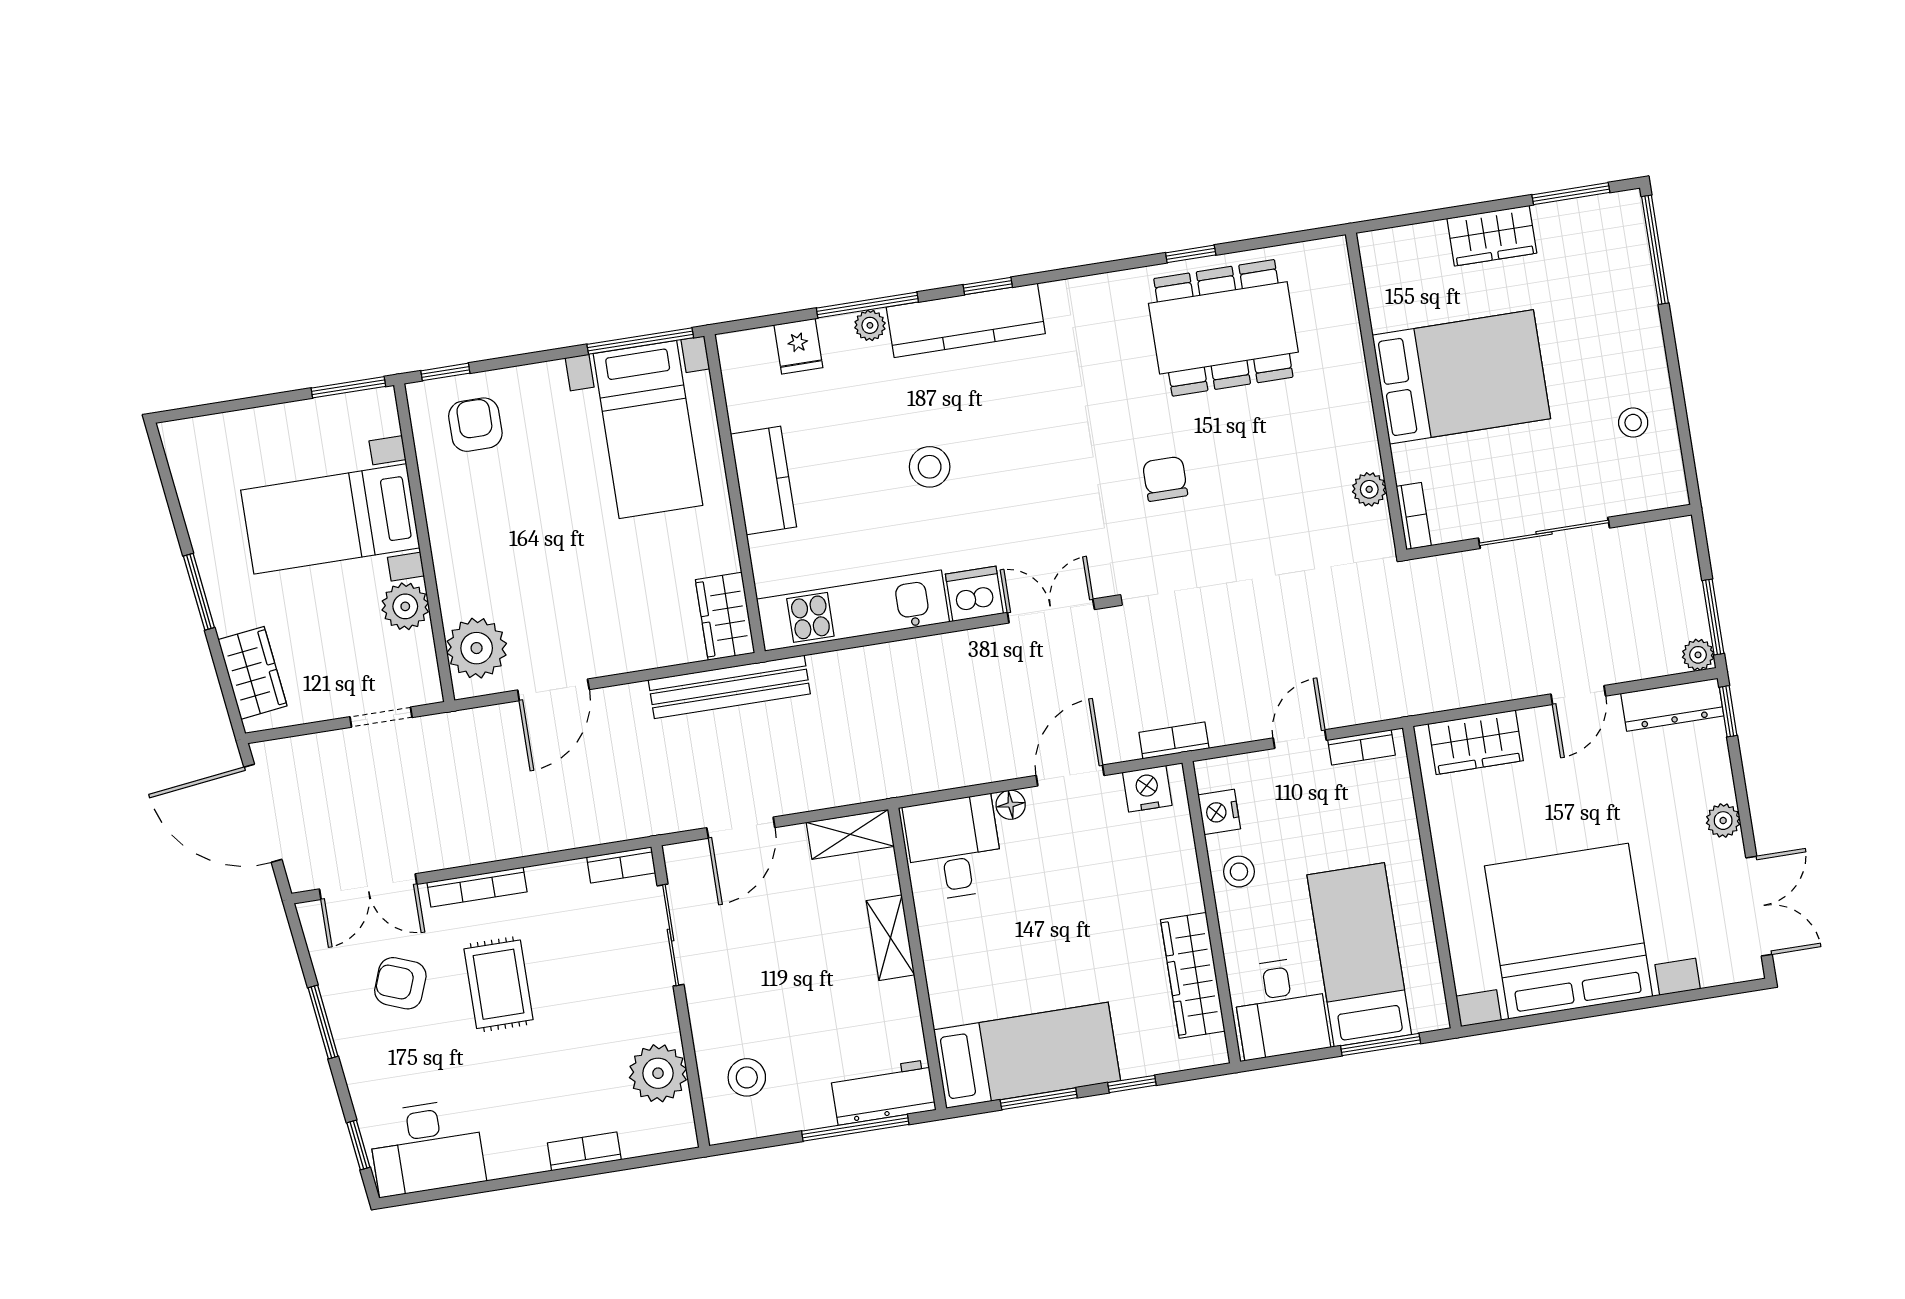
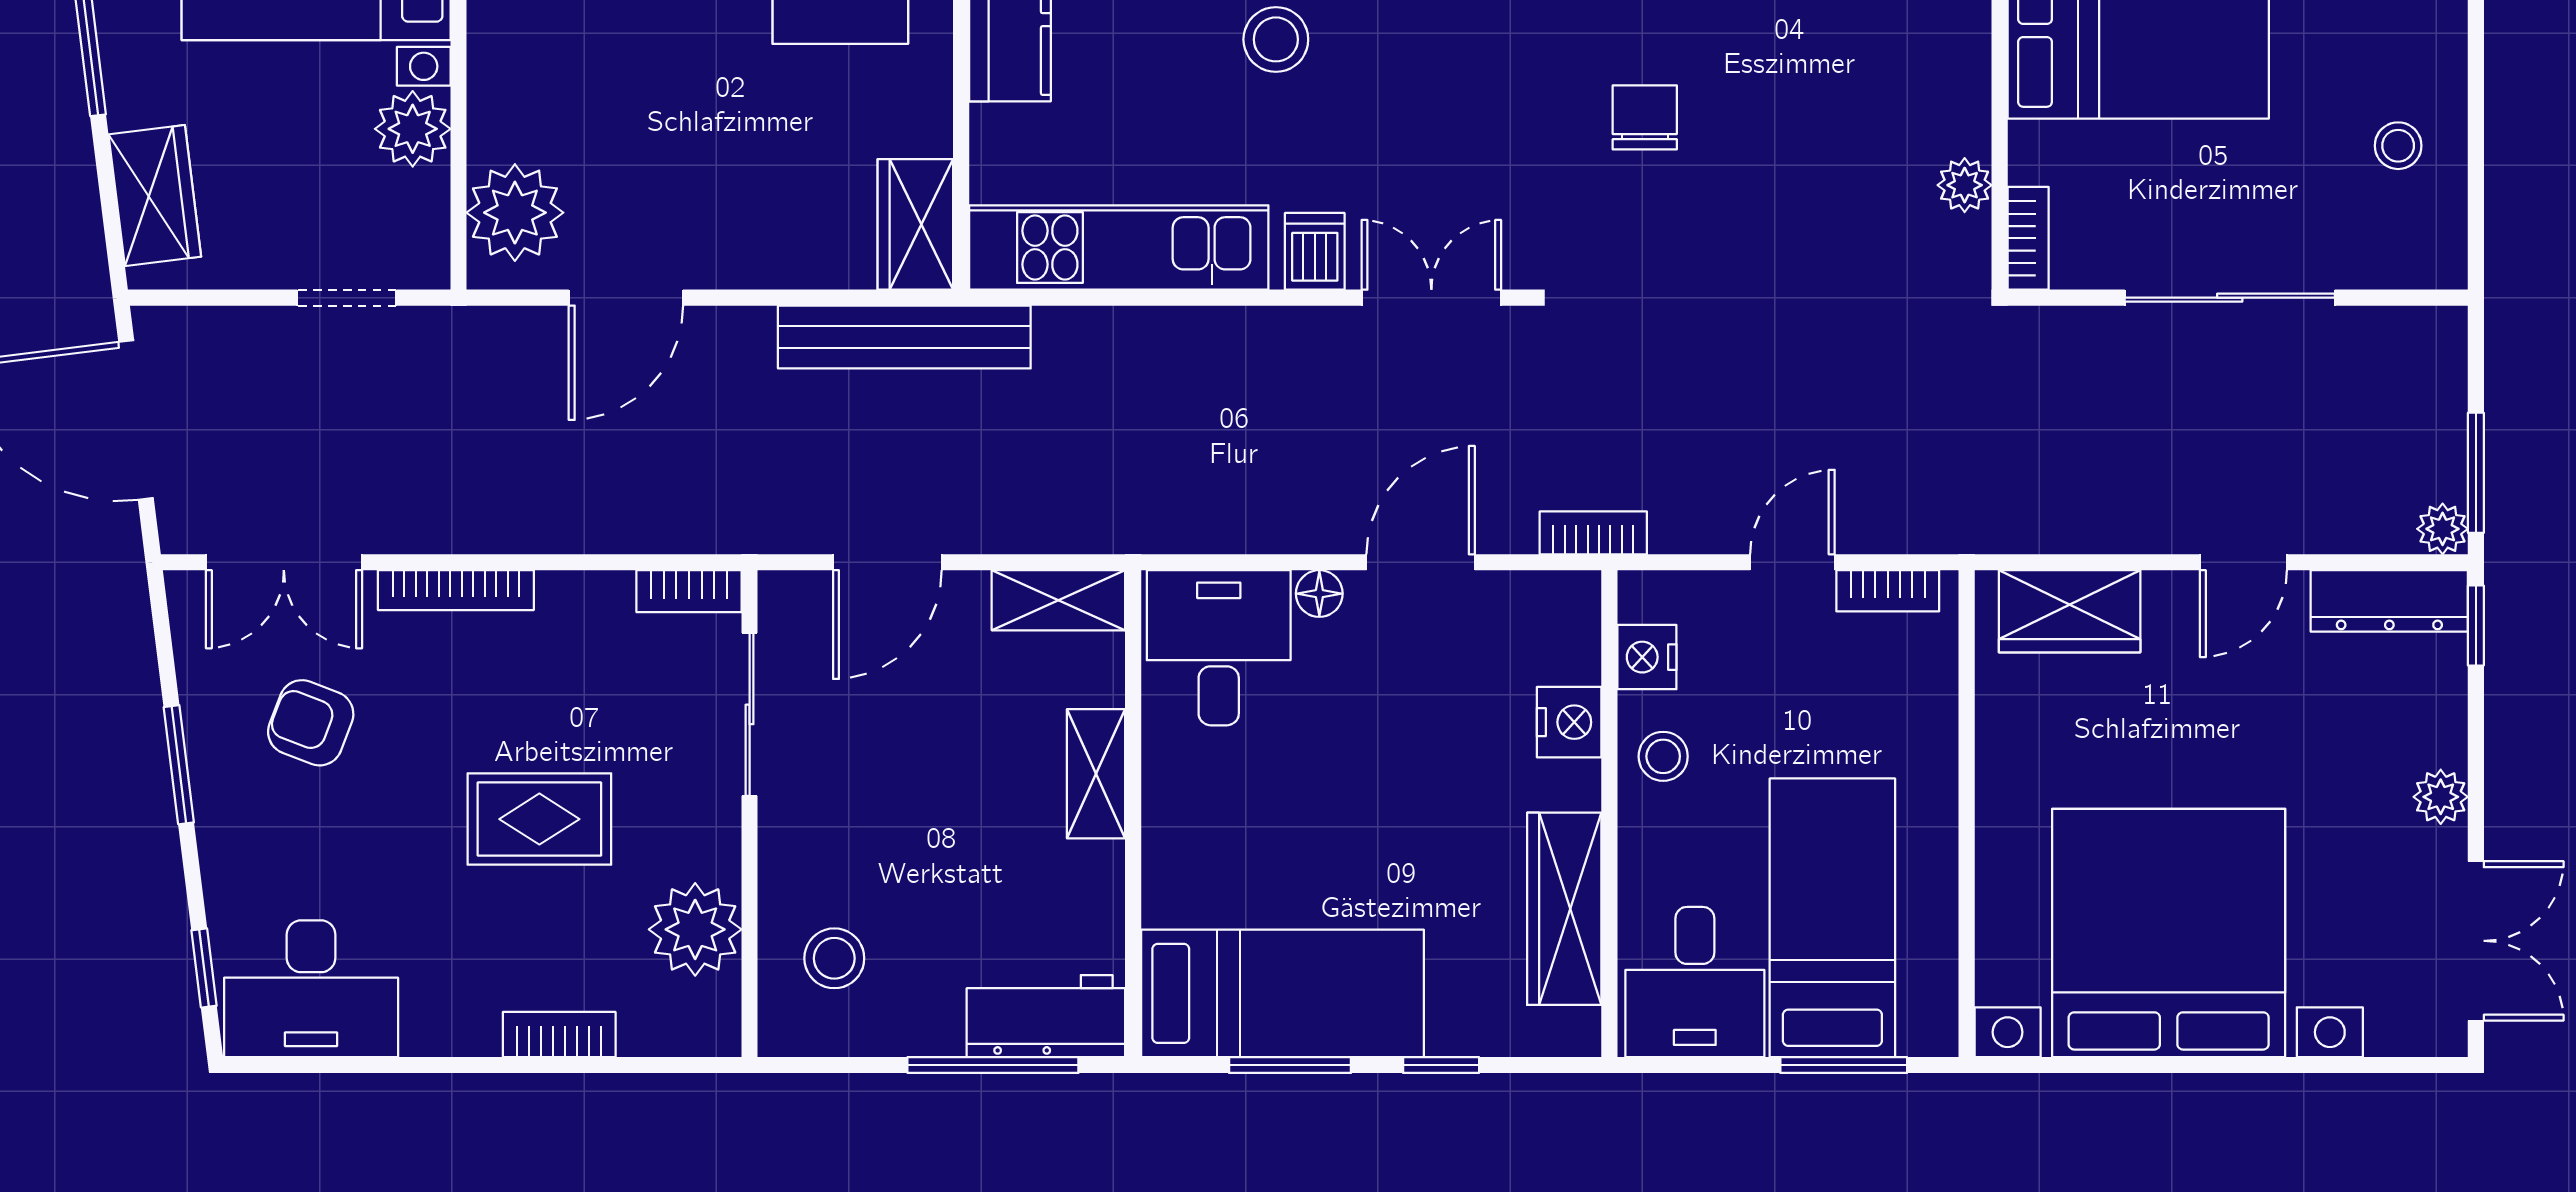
dishwasher: (974, 594) -> (1315, 251), width x0.73
nightstand: (1147, 789) -> (1569, 722), moved, turned 90
rug: (498, 984) -> (539, 819), moved, turned 90

